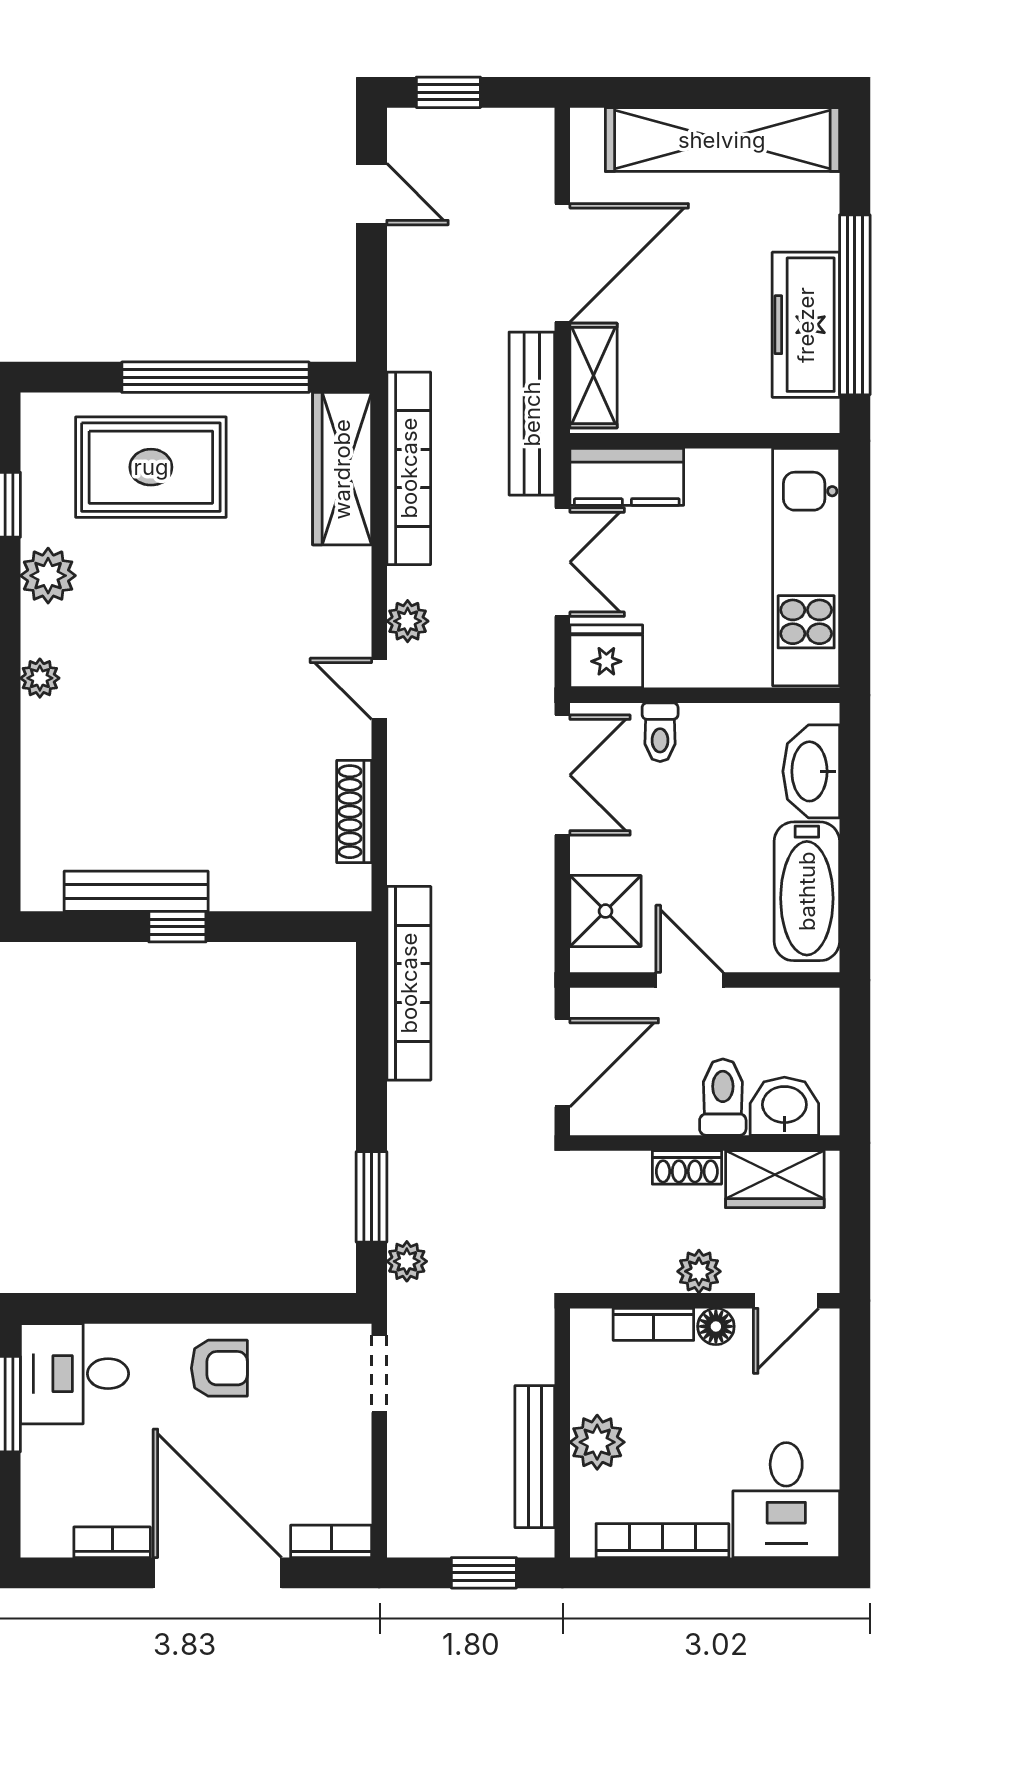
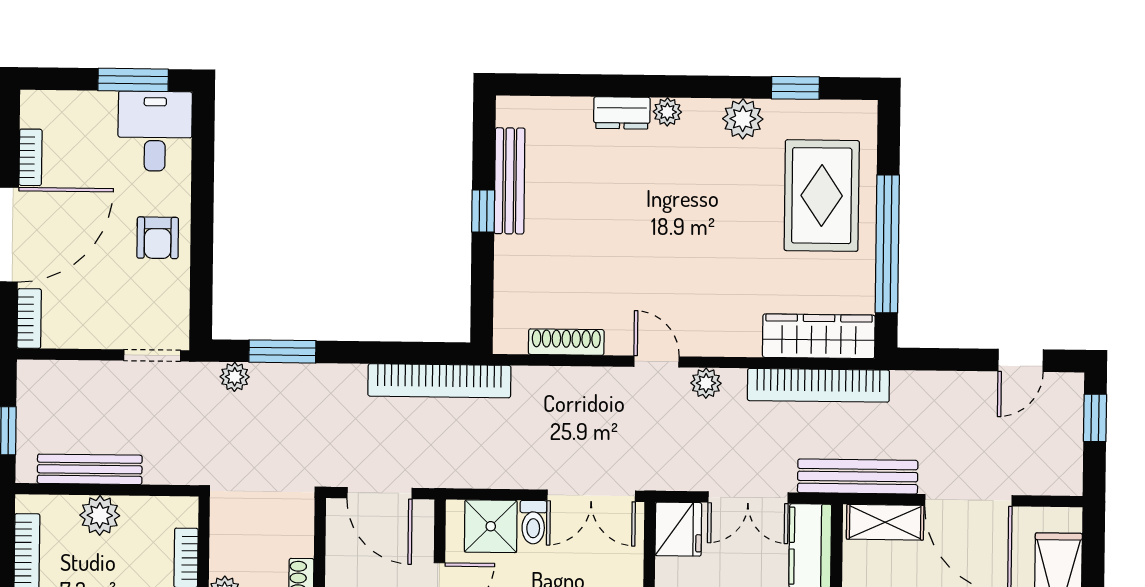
door: (379, 689) -> (656, 362), hinge flipped
toilet: (660, 732) -> (533, 522), moved, turned -90
dresser: (42, 740) -> (622, 113), added

